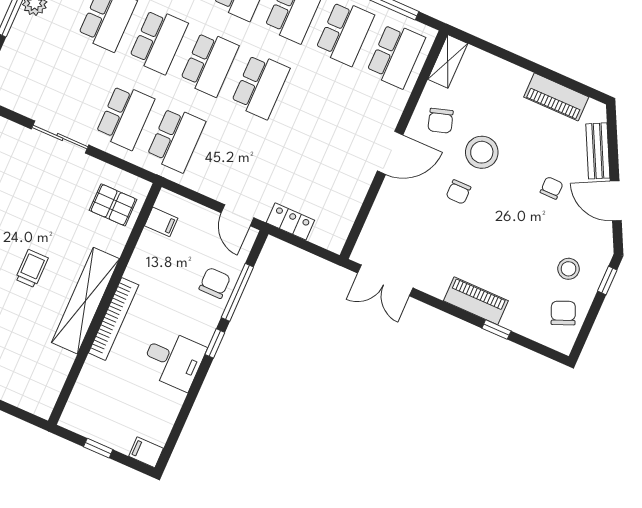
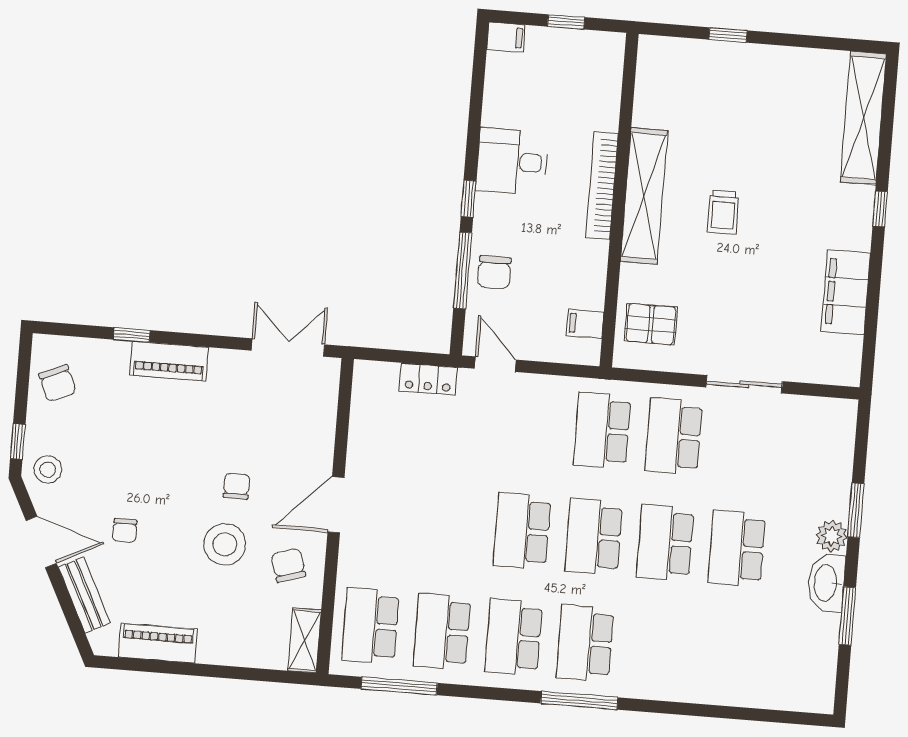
stool: (569, 269) -> (48, 470), moved

